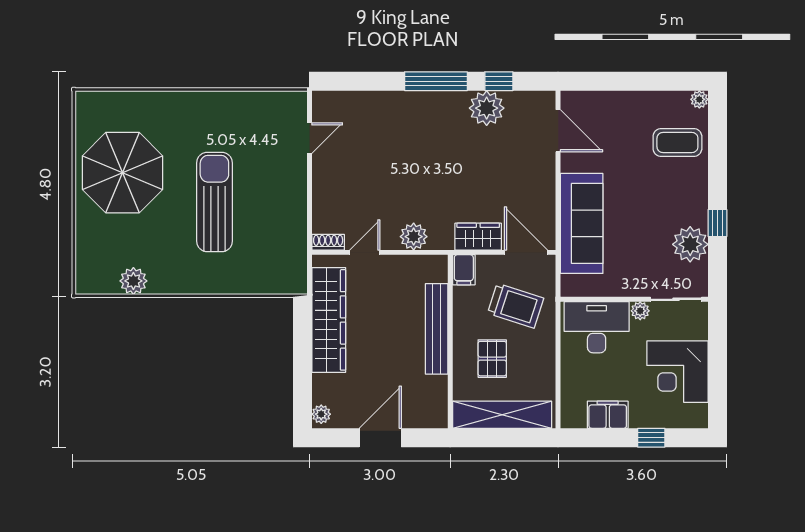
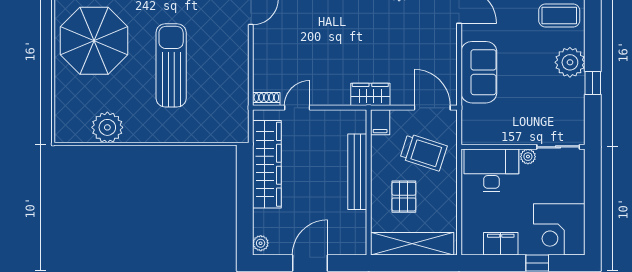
sofa: (582, 223) -> (479, 72), width x0.73
plant: (414, 237) -> (338, 94), removed
wardrobe: (478, 237) -> (370, 94), moved
plant: (690, 244) -> (570, 62), moved
plant: (133, 281) -> (107, 127), width x1.36, depth x1.36
corner desk: (677, 372) -> (559, 229), moved

